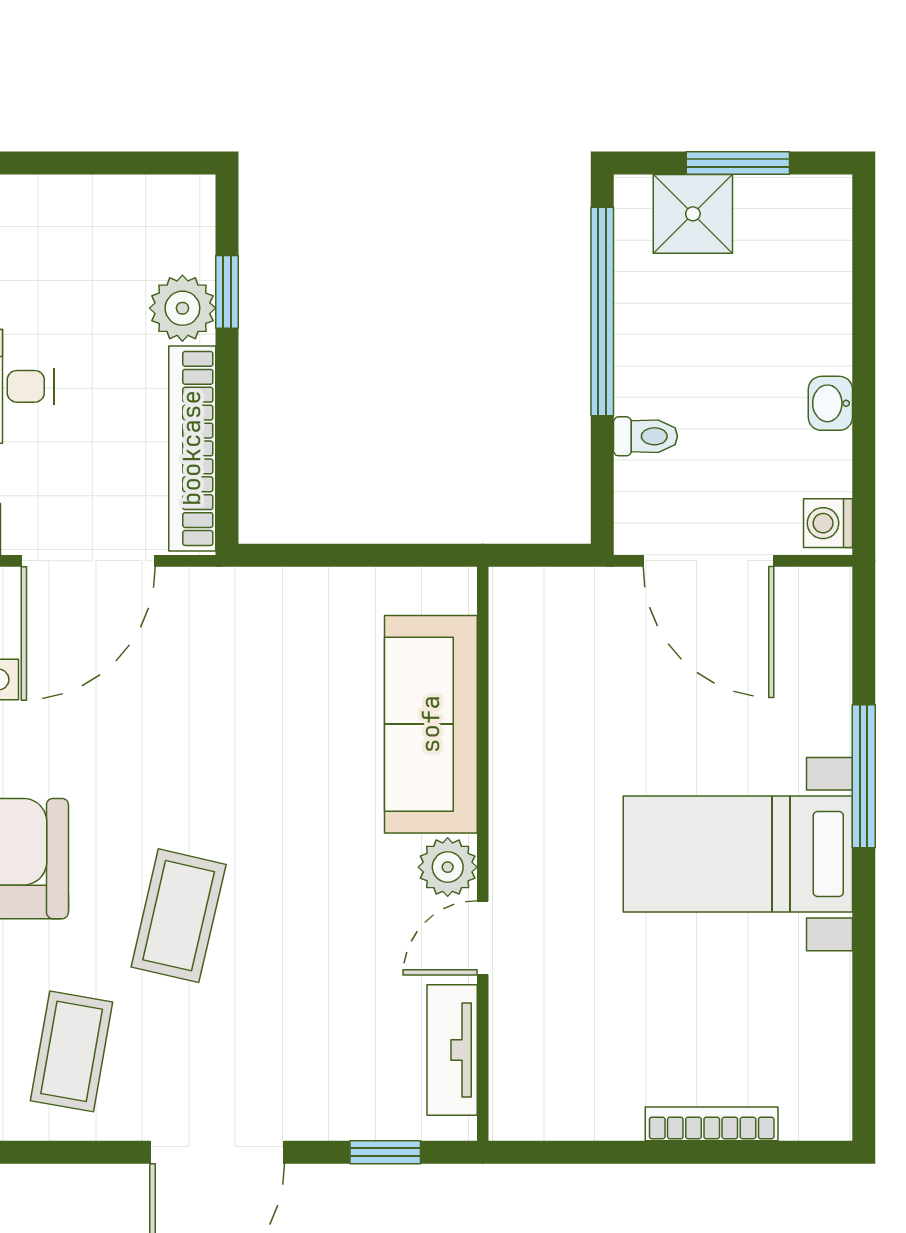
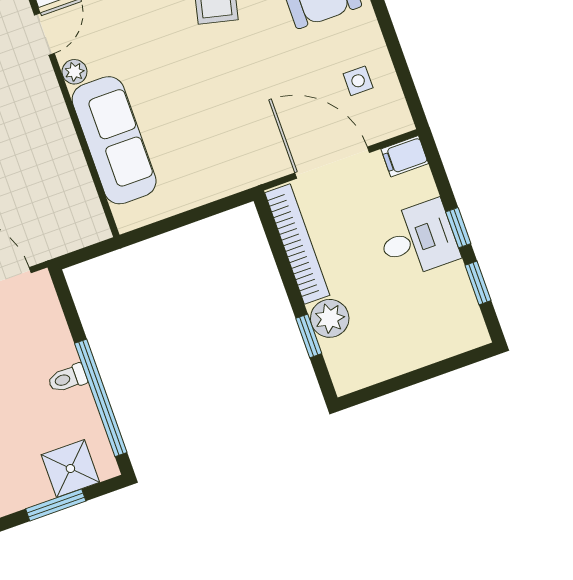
toilet: (645, 436) -> (67, 378), moved
door: (88, 561) -> (332, 163), hinge flipped
plant: (448, 867) -> (74, 72), width x0.73, depth x0.73

